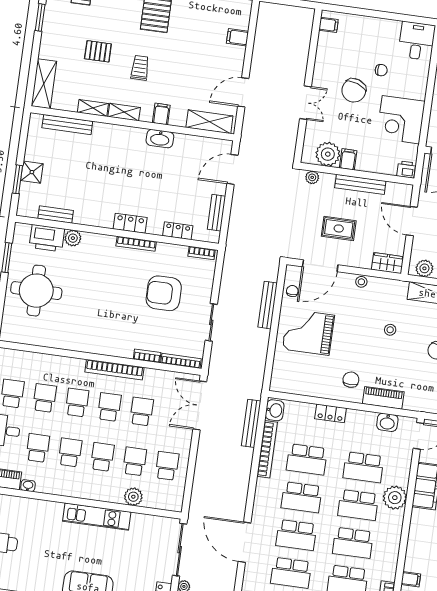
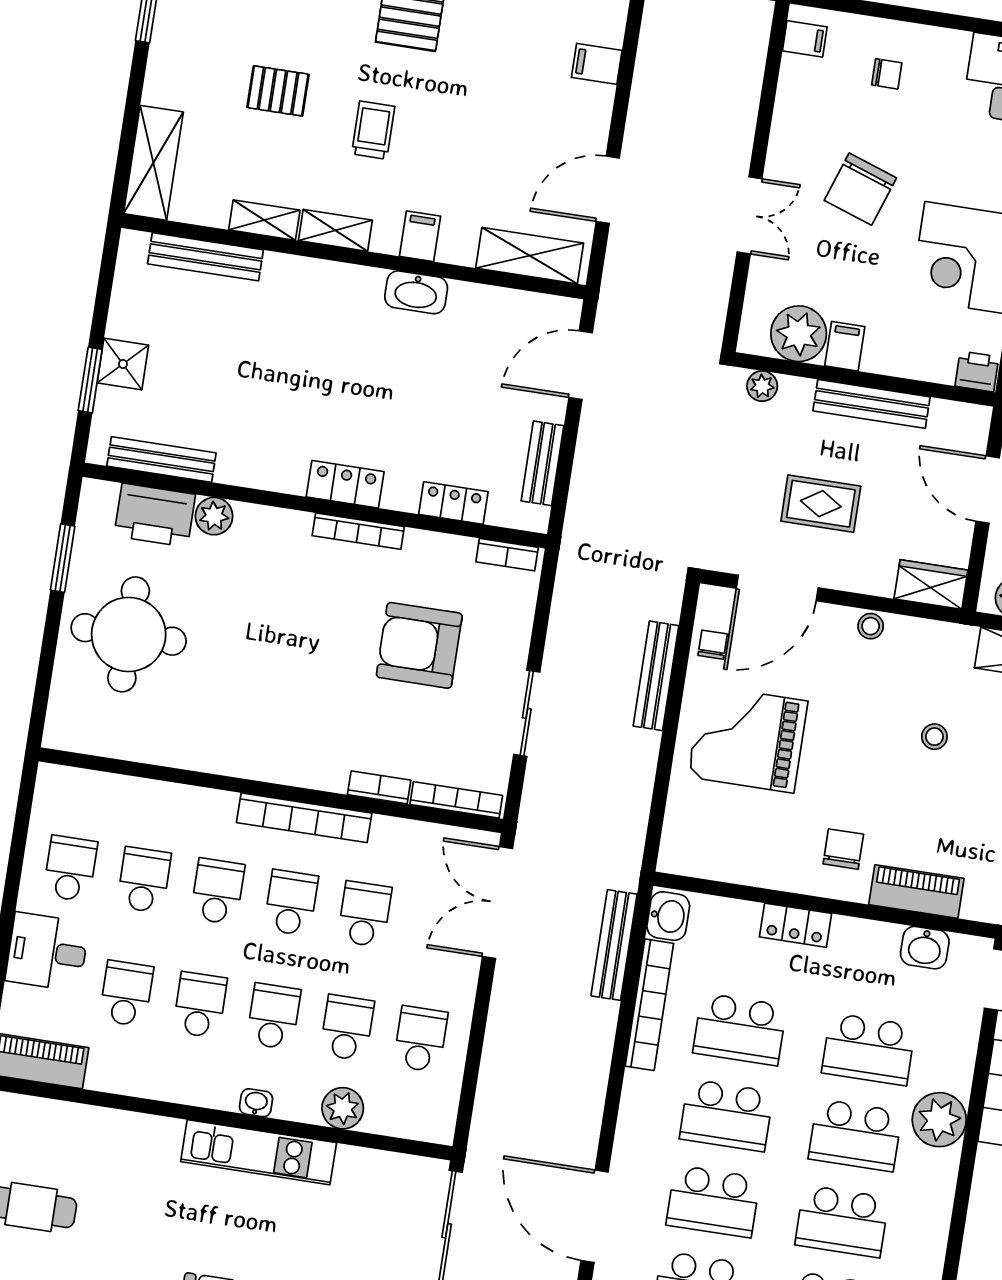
chair: (381, 70) -> (887, 74), moved
bench: (56, 214) -> (161, 459), width x1.36
washbasin: (28, 486) -> (256, 1103), moved

